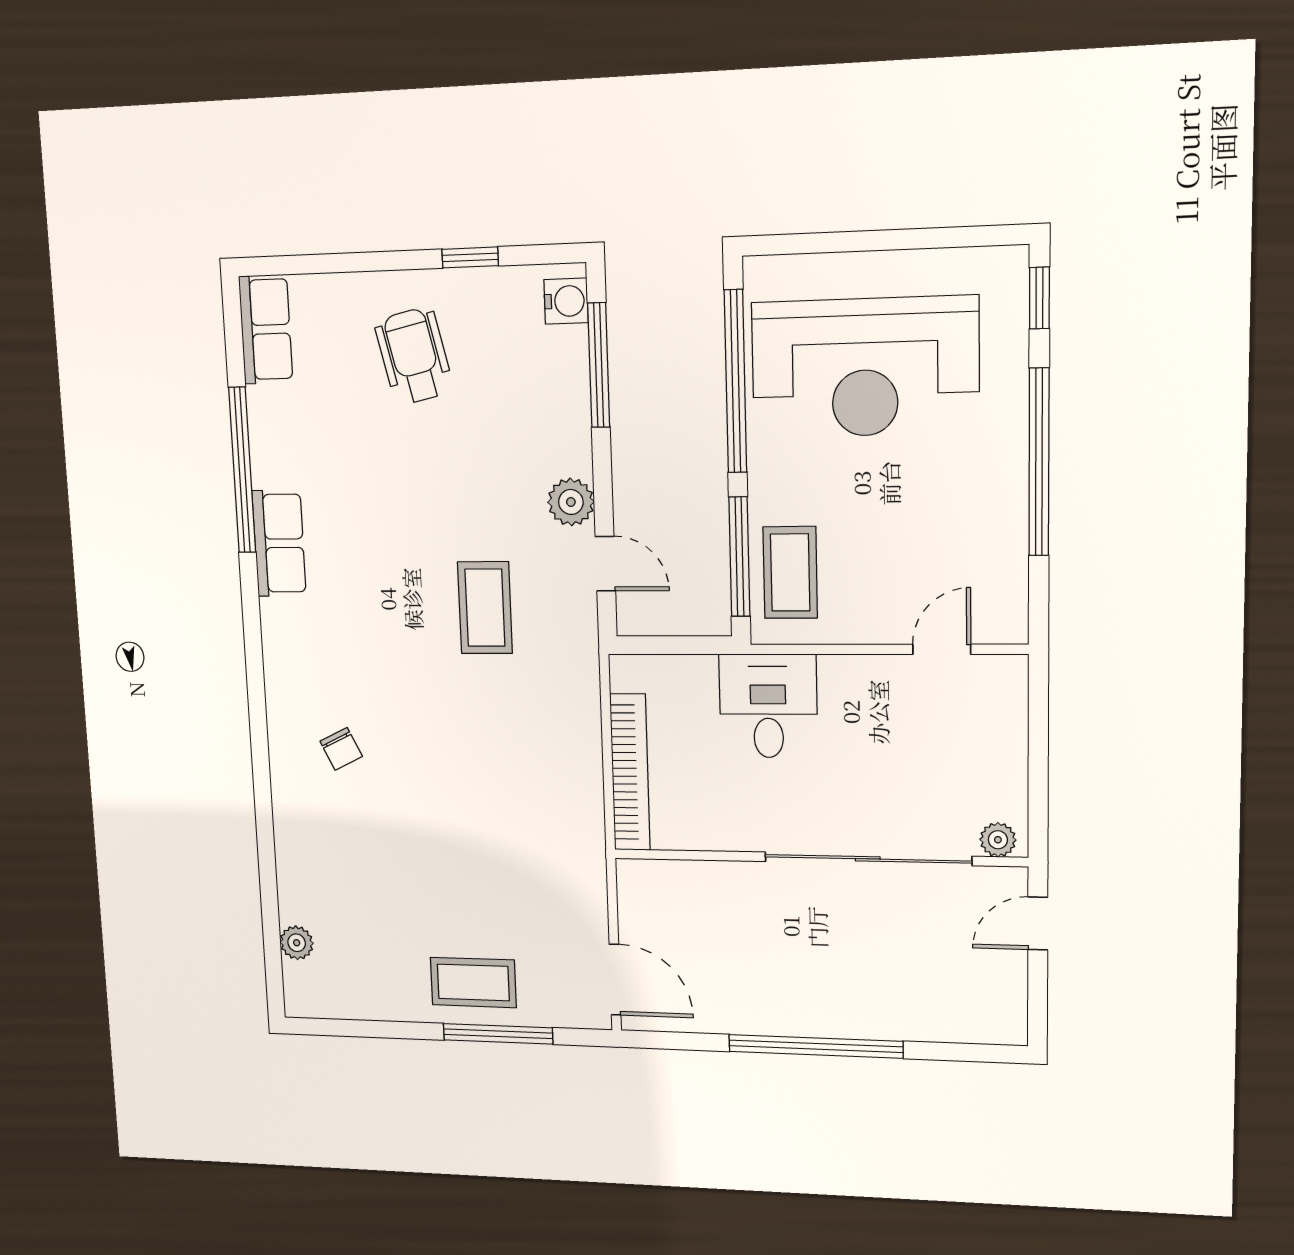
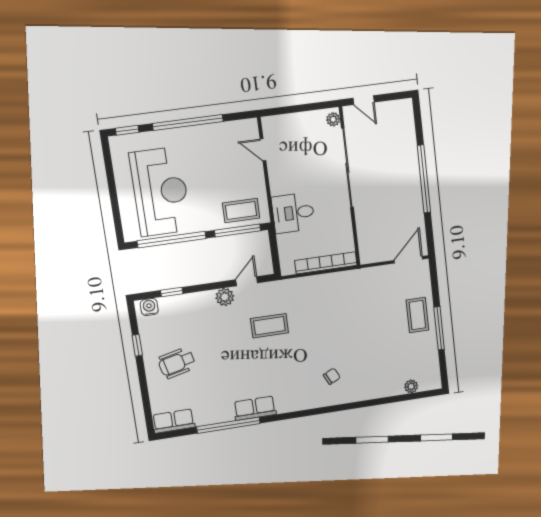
window: (599, 365) -> (172, 292), width x0.46
window: (498, 1034) -> (439, 328), moved

